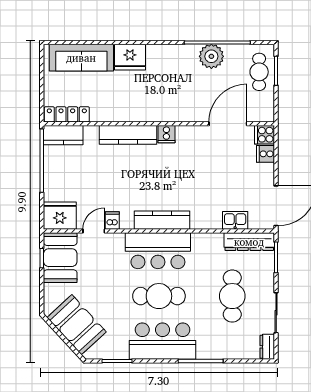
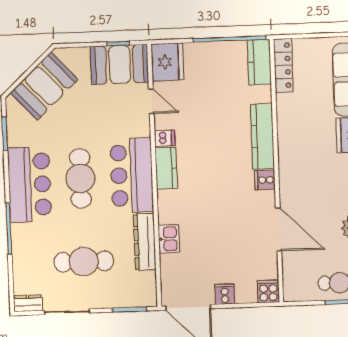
door: (228, 124) -> (279, 229), moved
cooker: (265, 154) -> (225, 294), moved
dishwasher: (112, 220) -> (165, 138), moved
kitchen counter: (162, 220) -> (166, 168), width x0.67
kitchen sink: (235, 220) -> (169, 239), moved
dresser: (249, 242) -> (145, 242), moved

